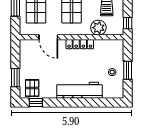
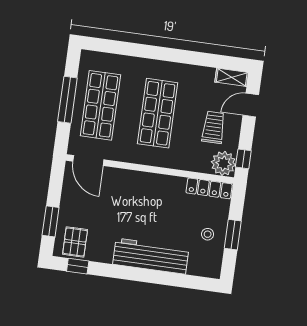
plant: (98, 28) -> (223, 163), moved
door: (48, 37) -> (88, 161), moved
locker: (80, 44) -> (209, 188), moved

